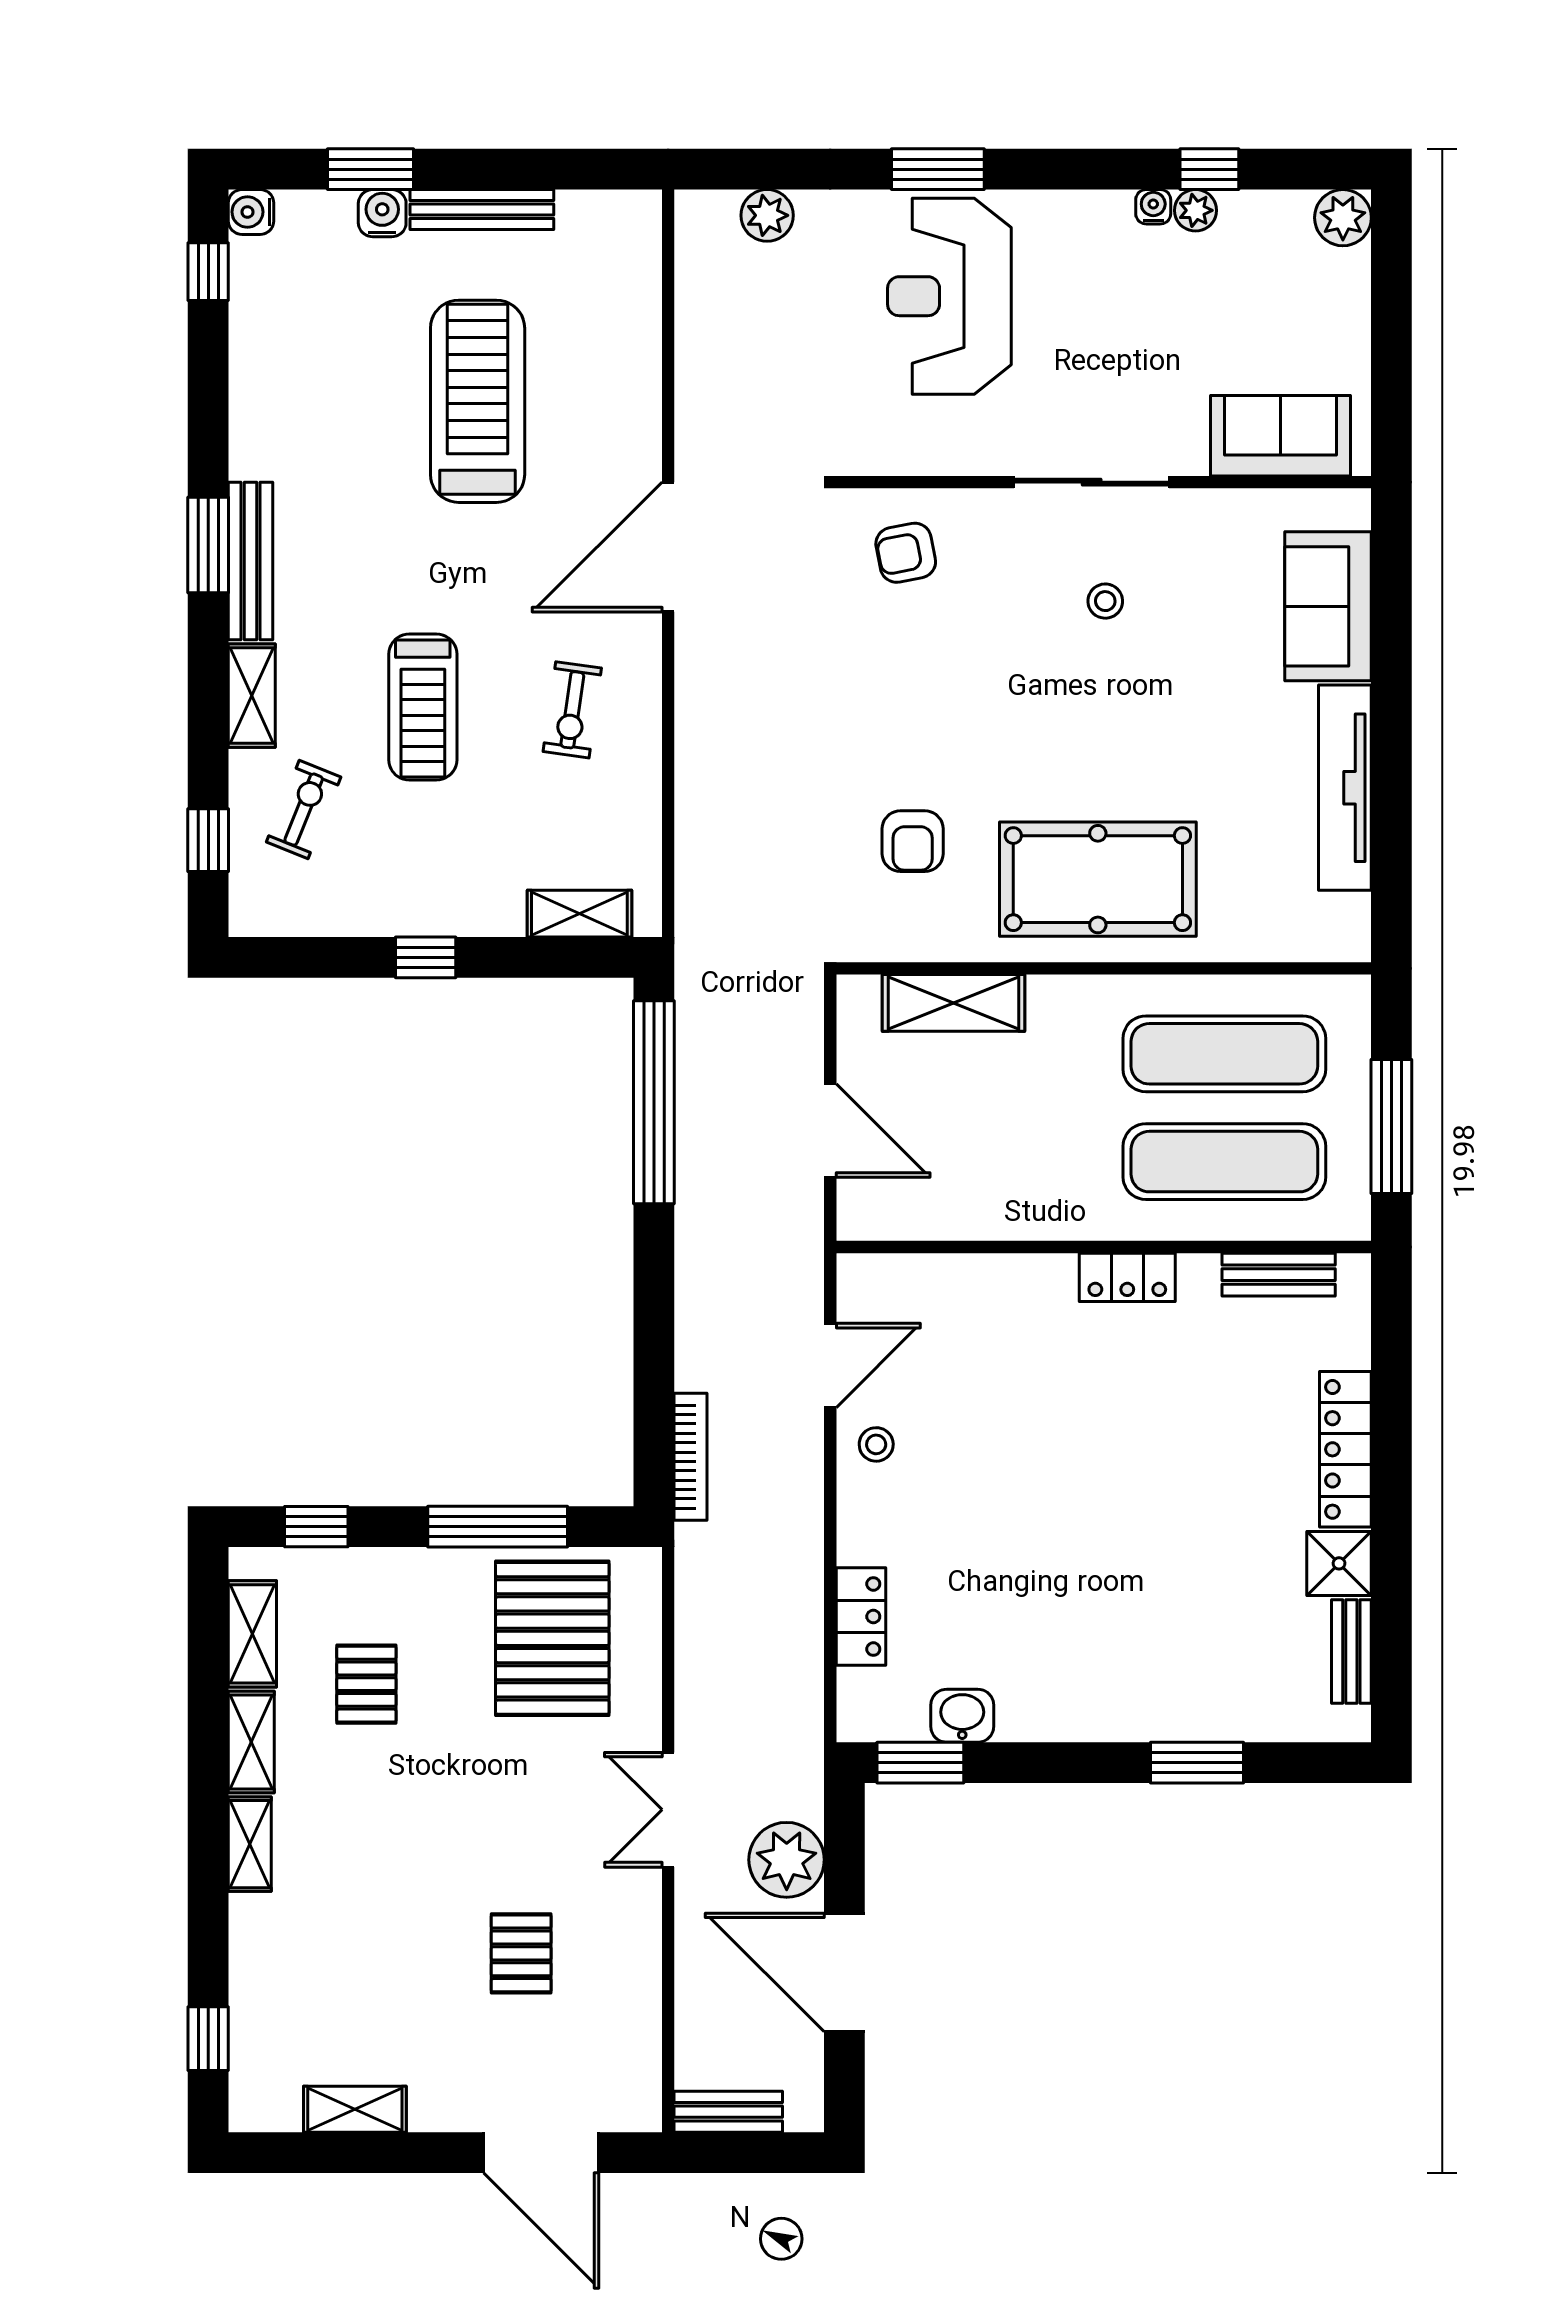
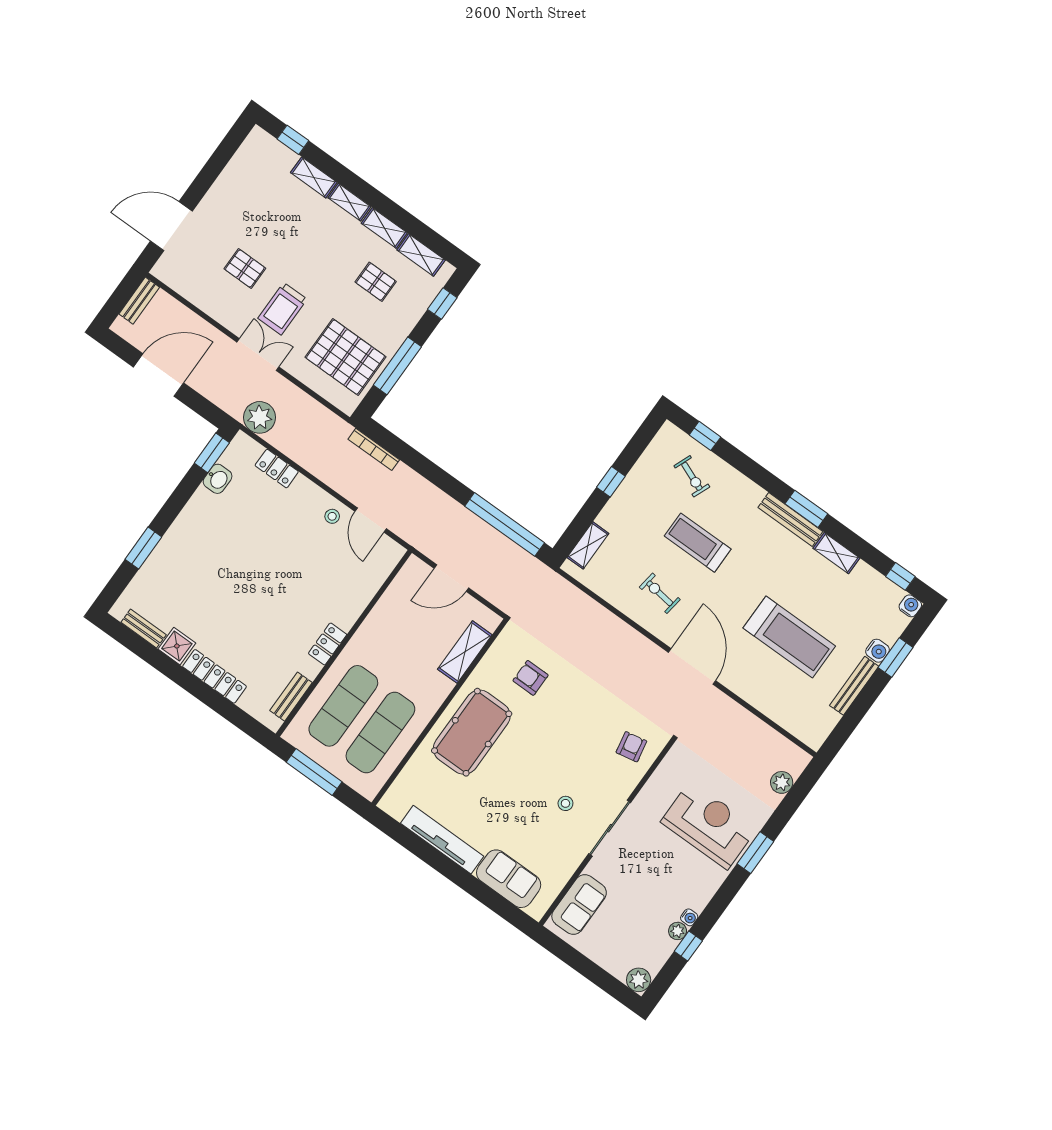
shelving: (252, 696) -> (836, 553), moved
trolley: (546, 1826) -> (283, 309), added
plant: (787, 1860) -> (260, 417), moved
shelving: (355, 2109) -> (314, 177), moved, turned 90

